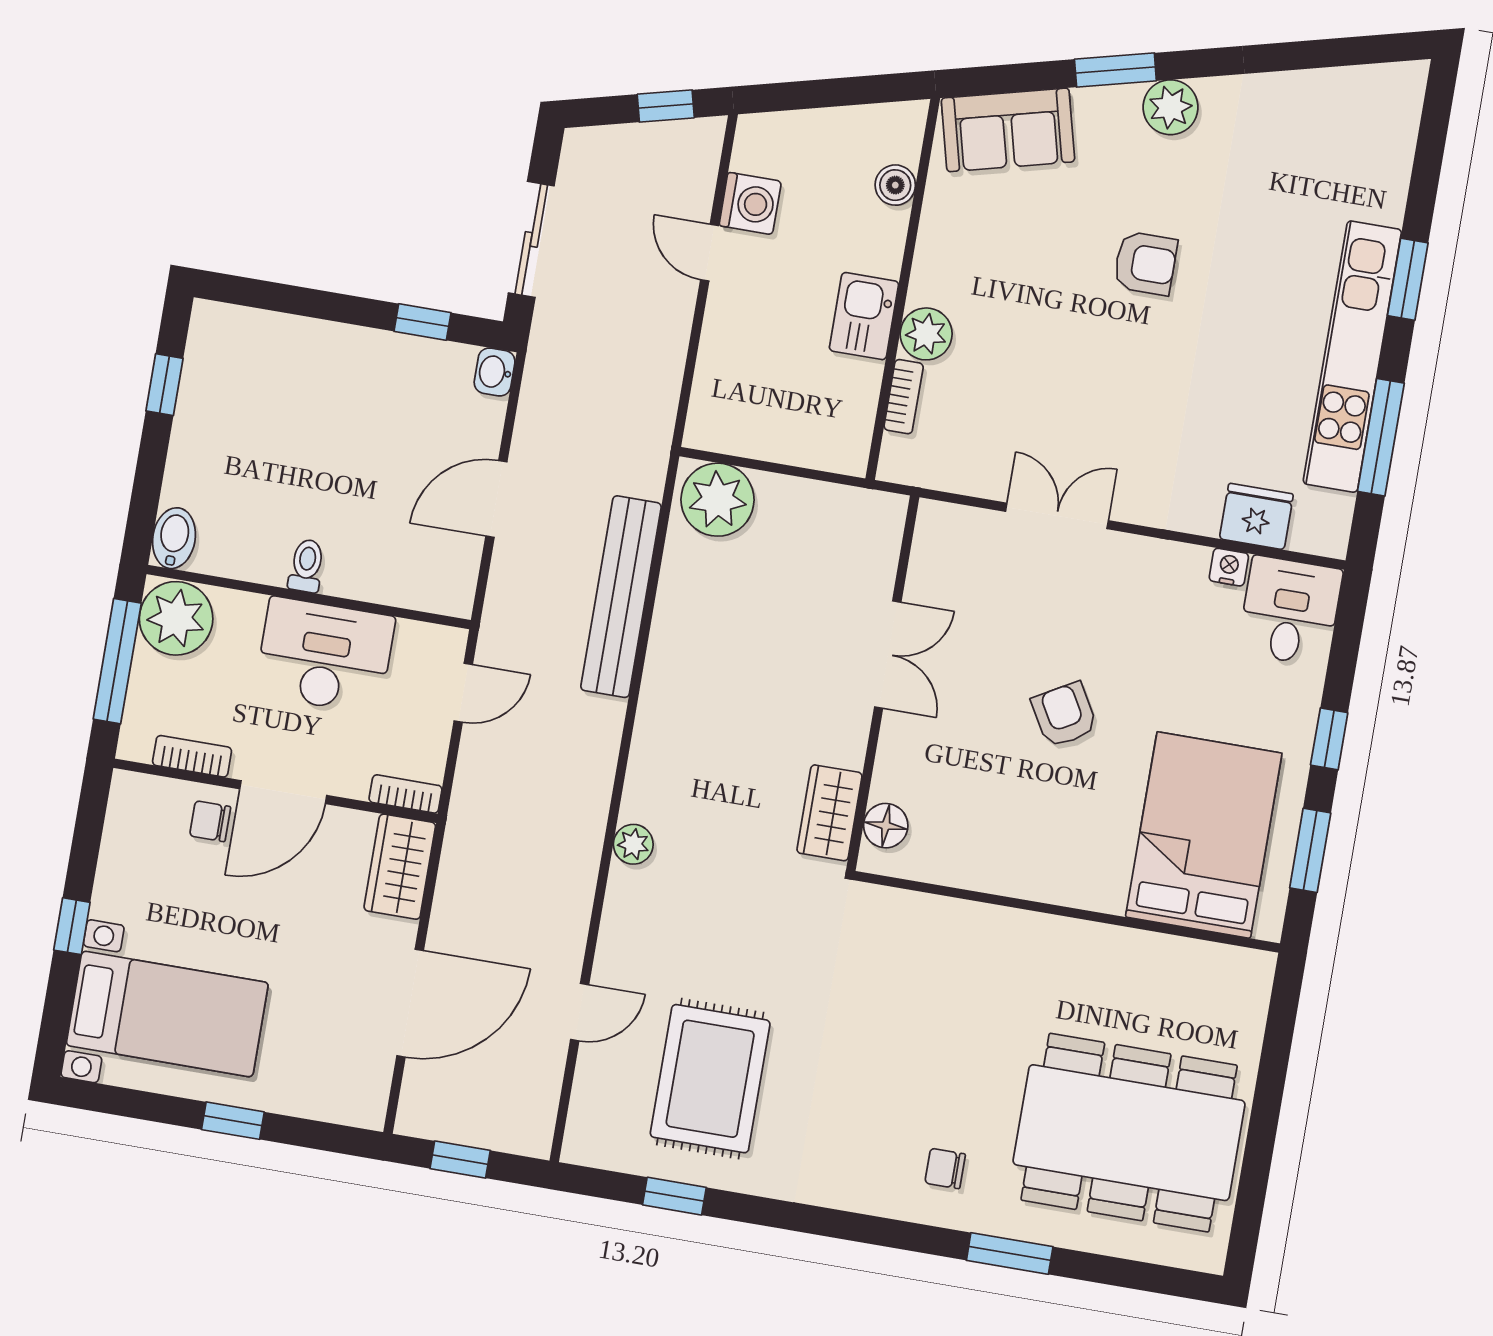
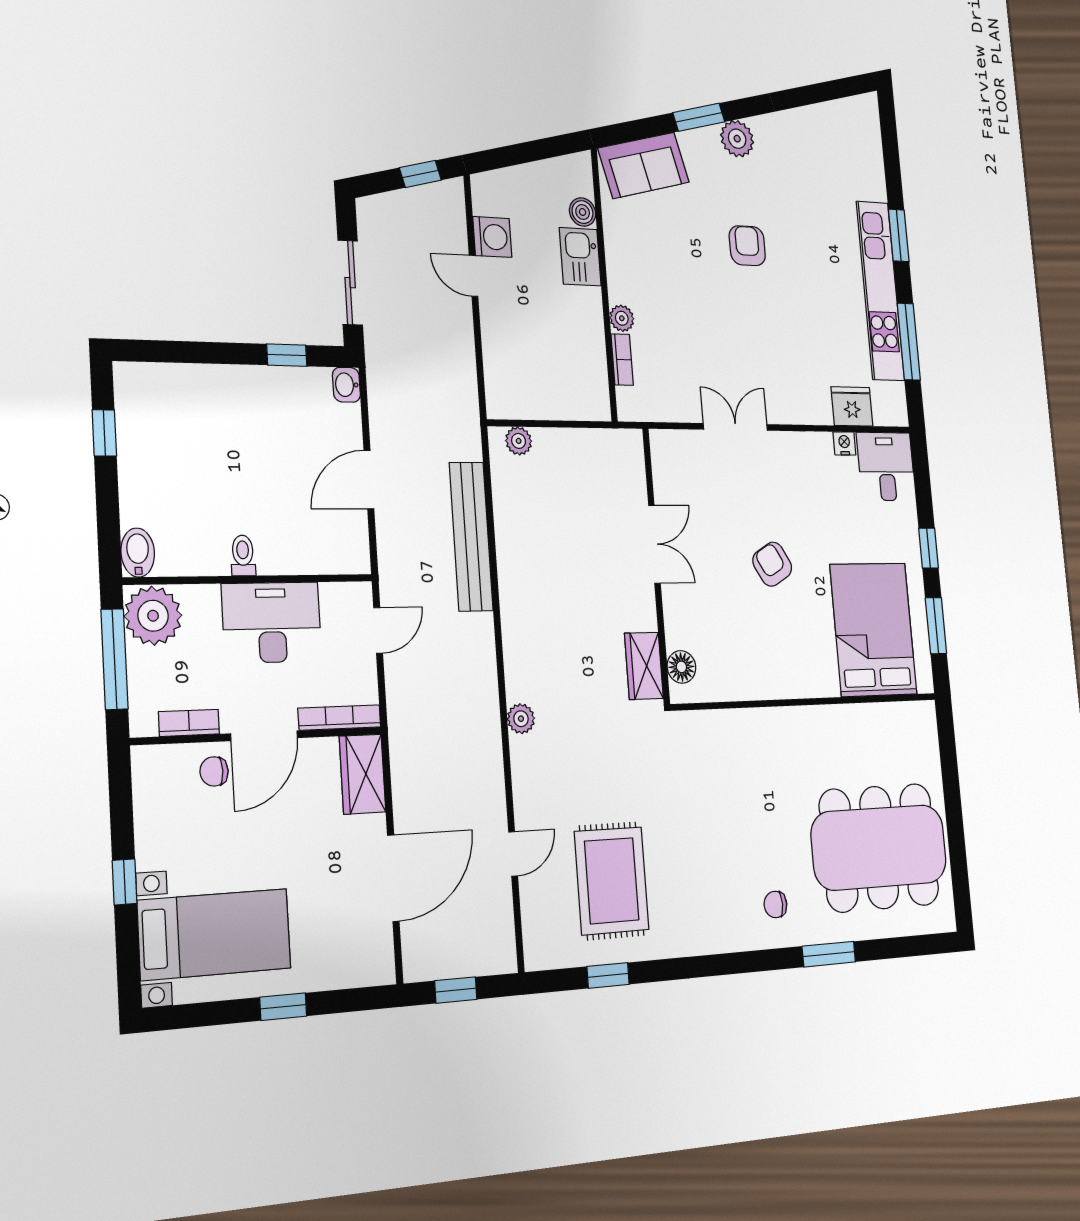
armchair: (1145, 263) -> (747, 246), turned -90
kitchen sink: (864, 316) -> (580, 257), moved
plant: (926, 334) -> (622, 318), width x0.73, depth x0.73
plant: (718, 500) -> (519, 441), width x0.53, depth x0.53
bookcase: (406, 794) -> (339, 718), width x1.56

